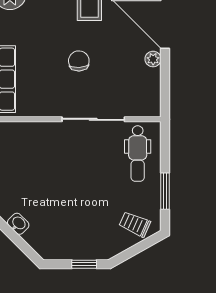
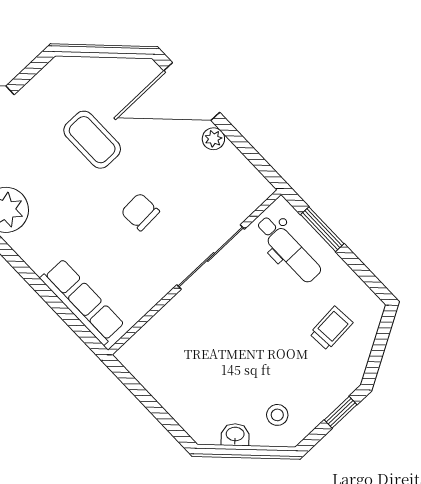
window: (165, 191) -> (322, 229), moved
trolley: (135, 224) -> (331, 328), moved, turned 152
stool: (50, 234) -> (277, 415), added

